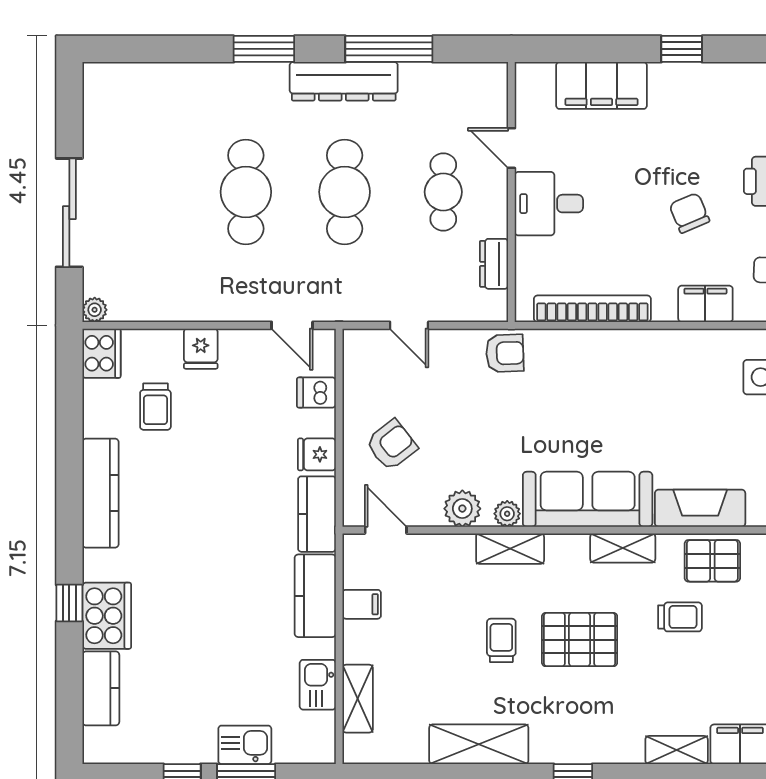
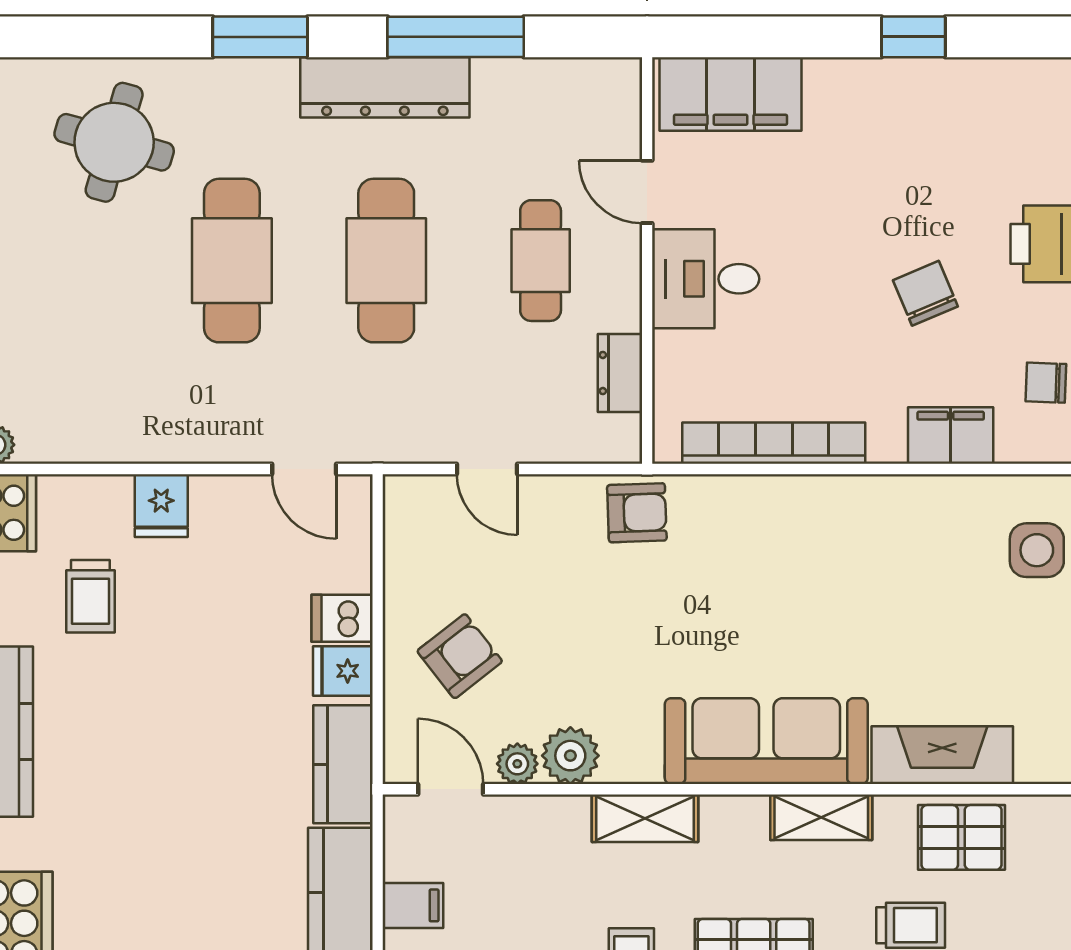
filing cabinet: (601, 85) -> (730, 94), moved
round table: (171, 116) -> (114, 142), added
dishwasher: (316, 393) -> (342, 618), moved
plant: (507, 514) -> (517, 764), moved

